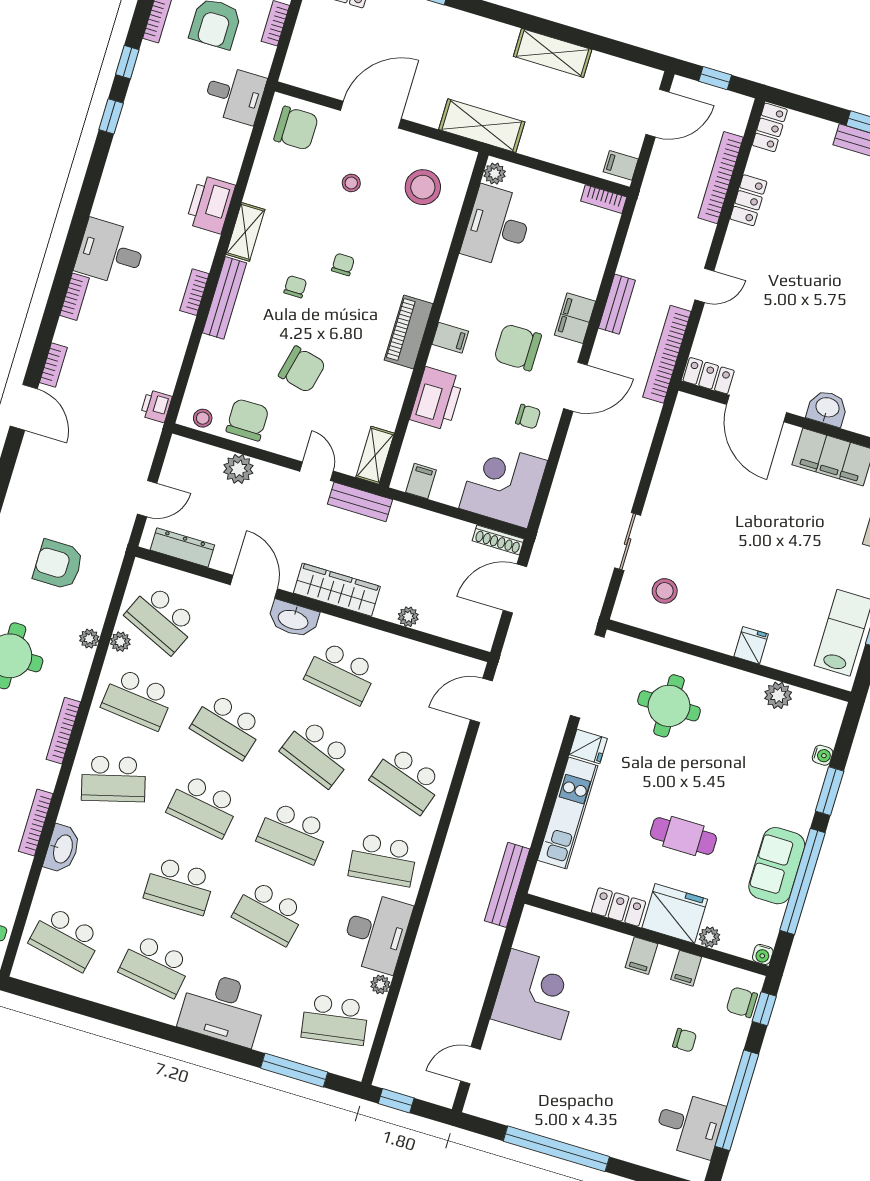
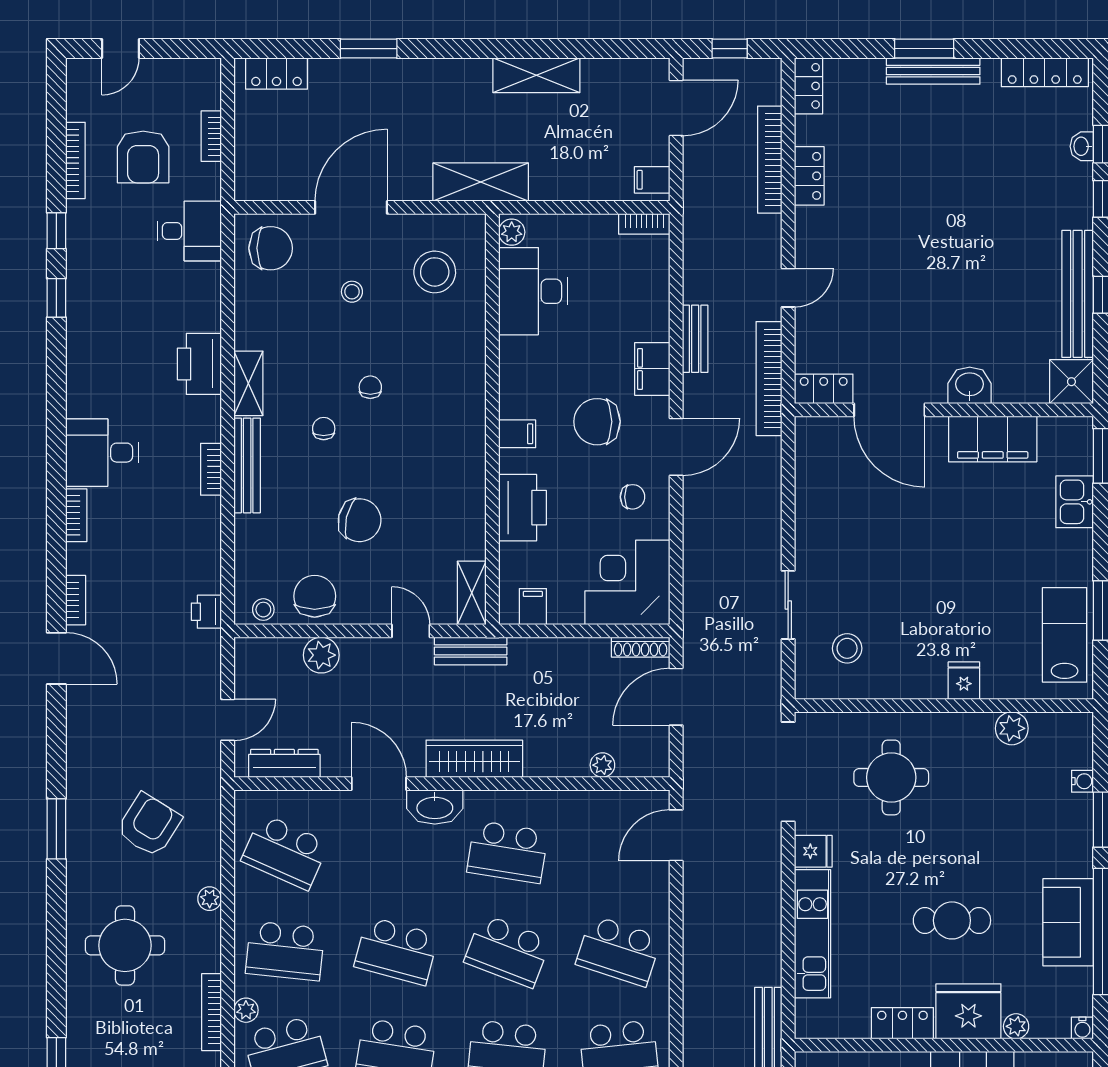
piano: (409, 332) -> (468, 441), removed
armchair: (58, 564) -> (149, 825), turned 122
plant: (408, 617) -> (602, 765), moved
plant: (120, 642) -> (246, 1010), moved

